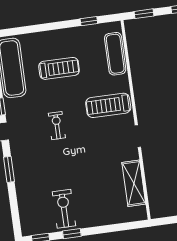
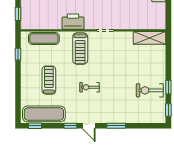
printer: (144, 91) -> (73, 22), added
shelving: (134, 183) -> (150, 38), moved

